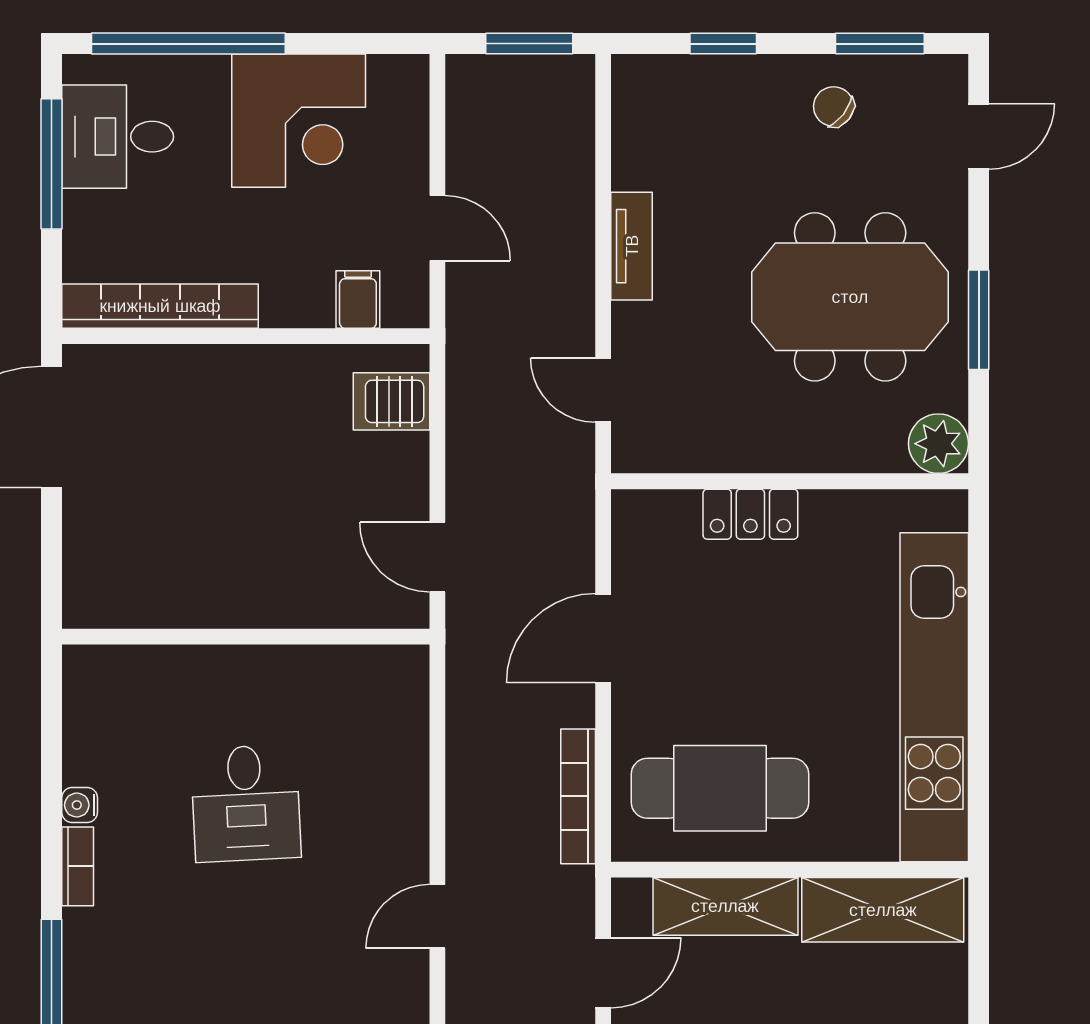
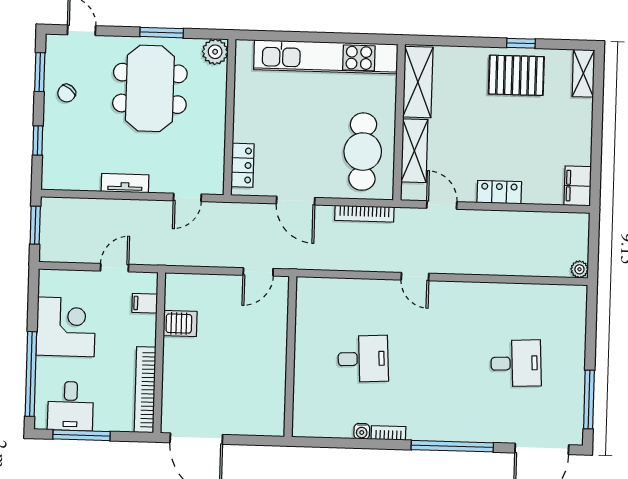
server rack: (392, 401) -> (180, 324), moved, turned -90
locker: (750, 514) -> (243, 165), moved

